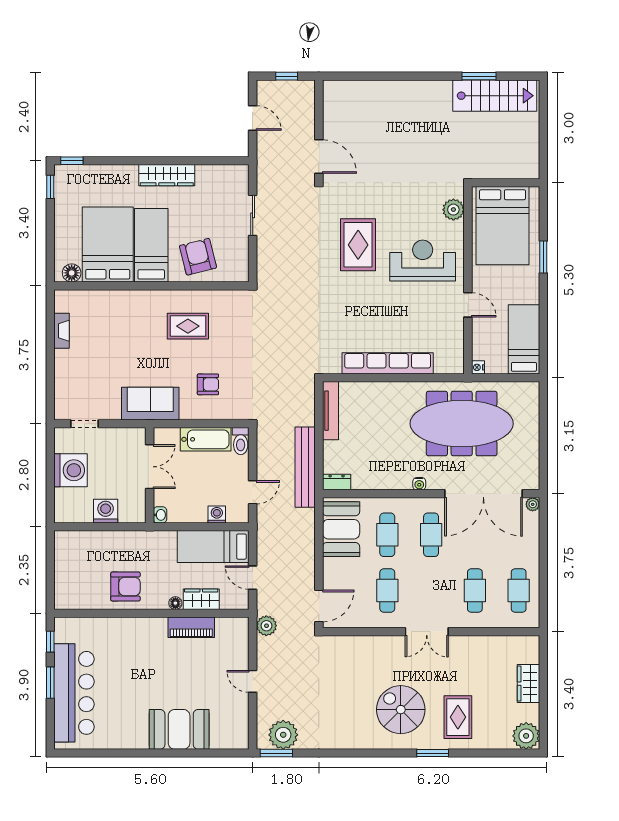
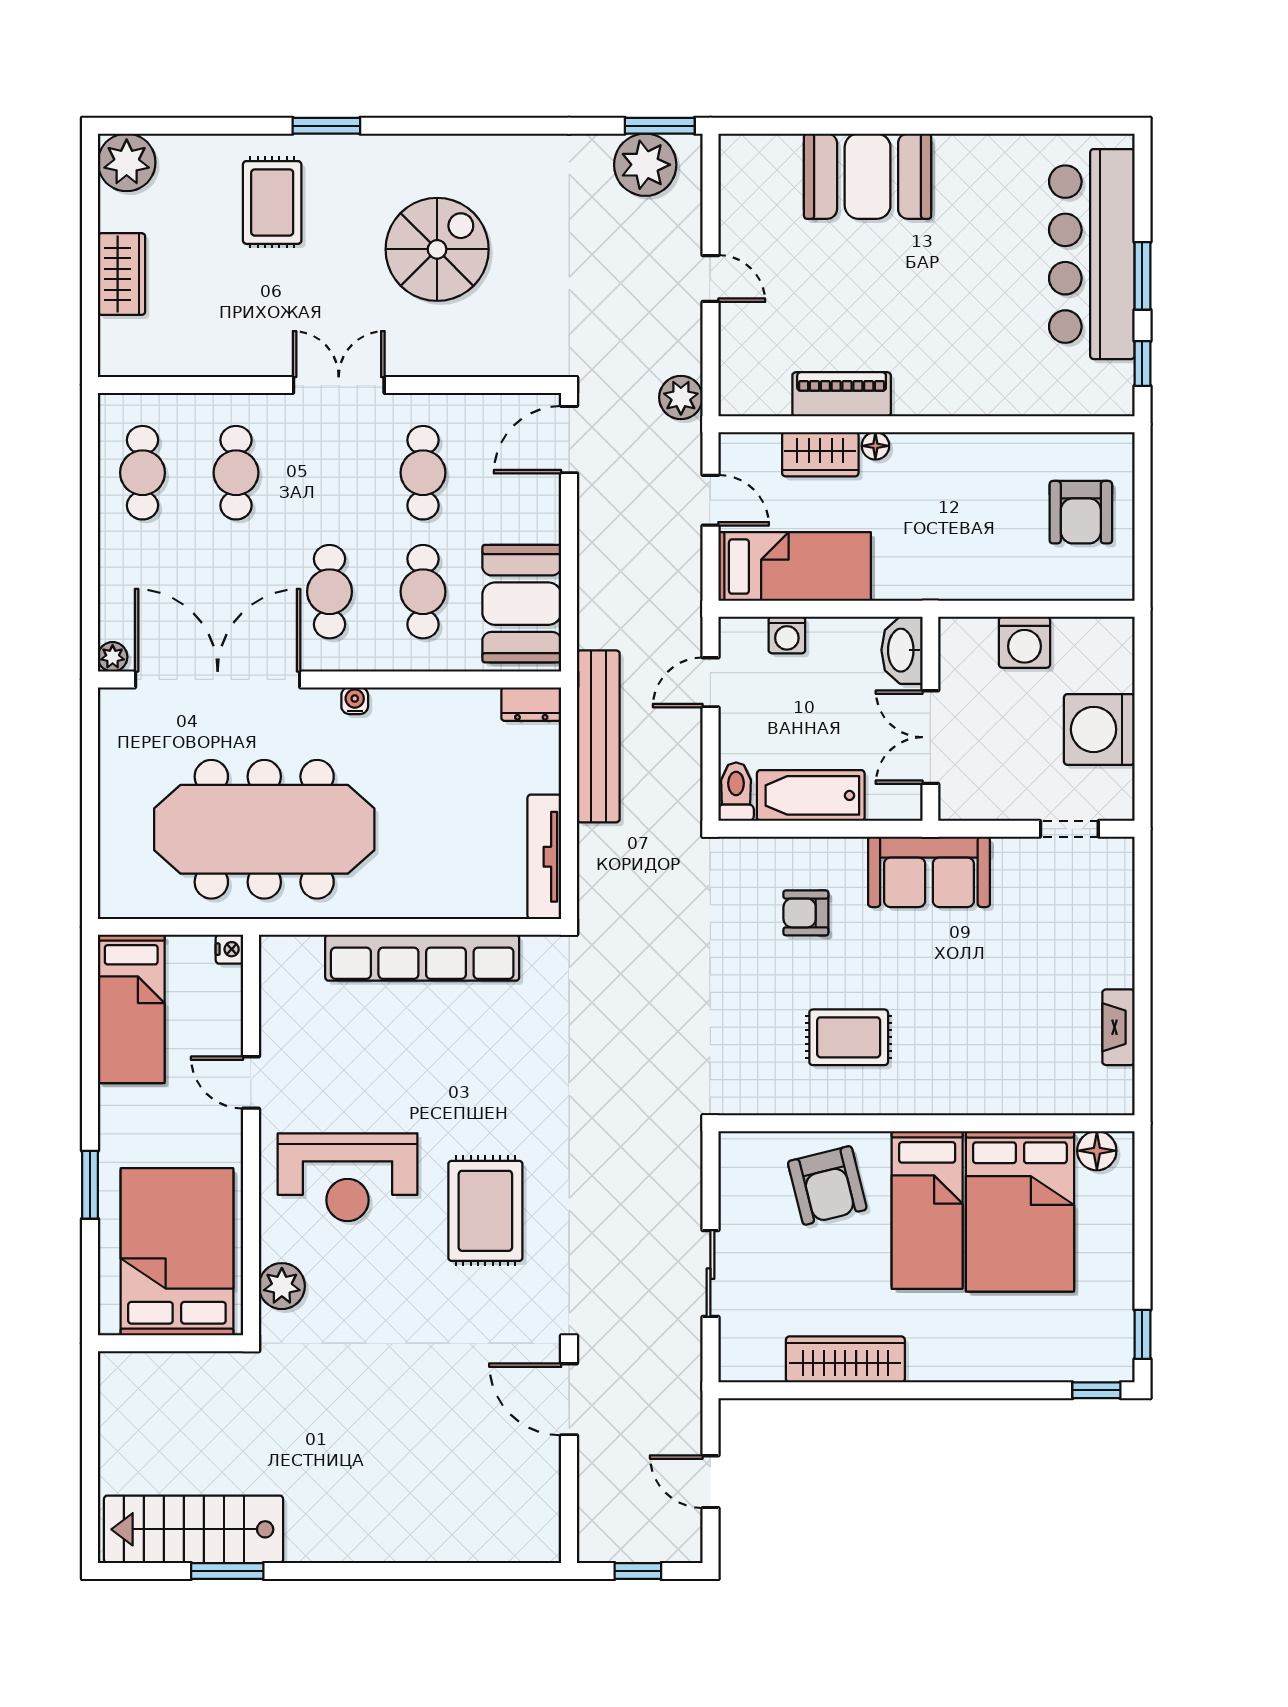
wardrobe: (167, 175) -> (845, 1359), moved
washbasin: (160, 515) -> (902, 650), width x1.91, depth x1.45
armchair: (125, 587) -> (1081, 512), moved, turned -90
spiral stairs: (401, 710) -> (437, 249), moved, turned -90

